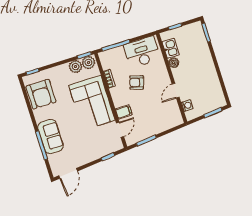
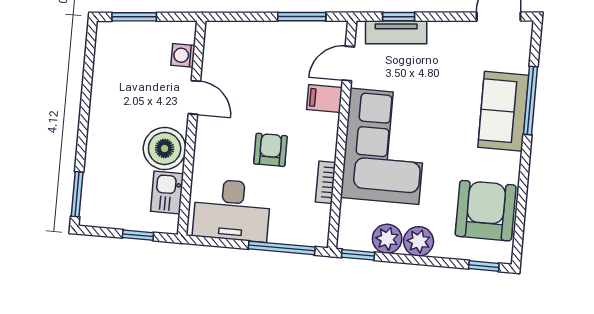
plant: (88, 62) -> (419, 241), moved
boiler: (174, 63) -> (165, 148), width x1.86, depth x1.86
armchair: (137, 82) -> (270, 150), turned -107
door: (176, 91) -> (194, 97), hinge flipped
tv unit: (106, 150) -> (396, 32), added

